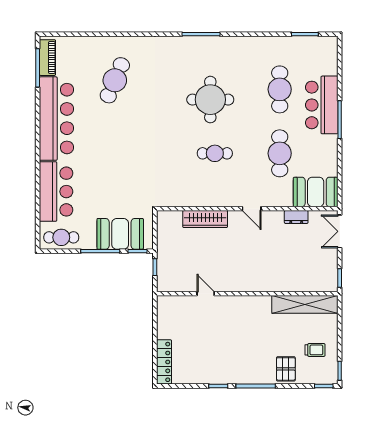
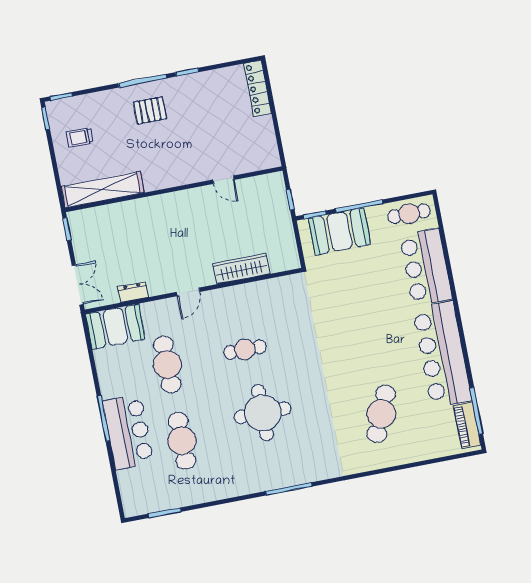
door: (252, 209) -> (188, 292), swing flipped
pallet: (286, 369) -> (150, 110), moved, turned 90

